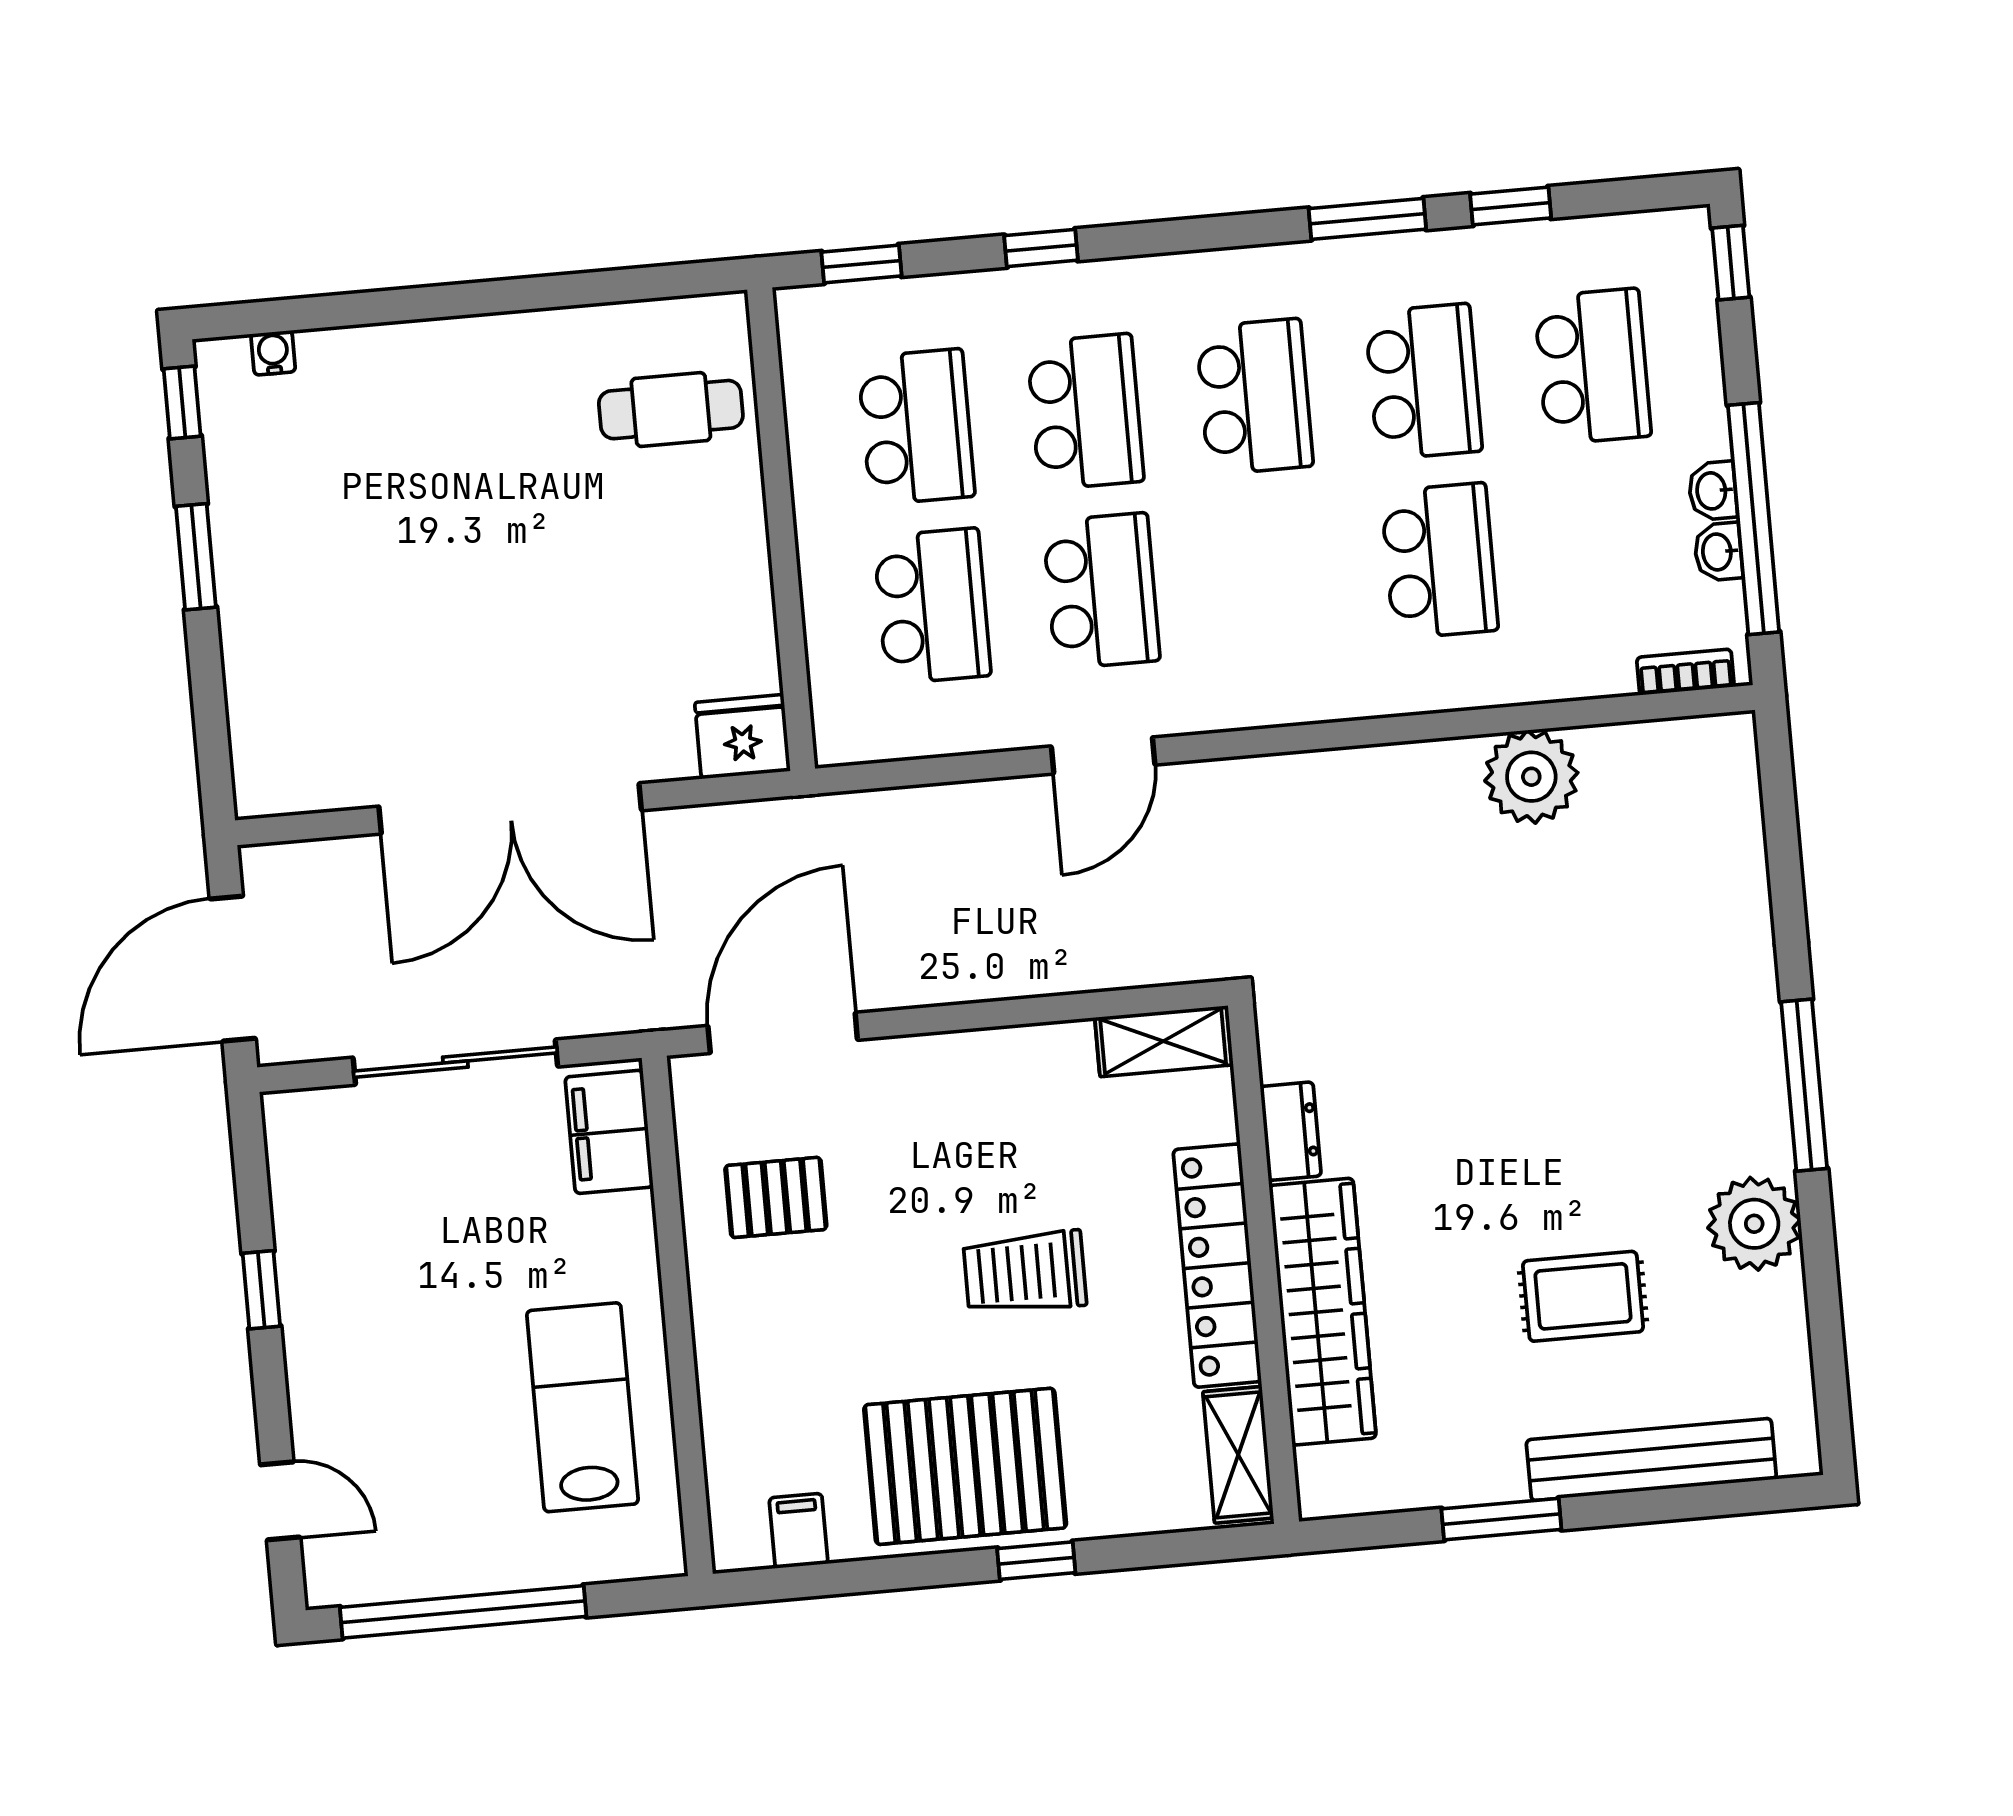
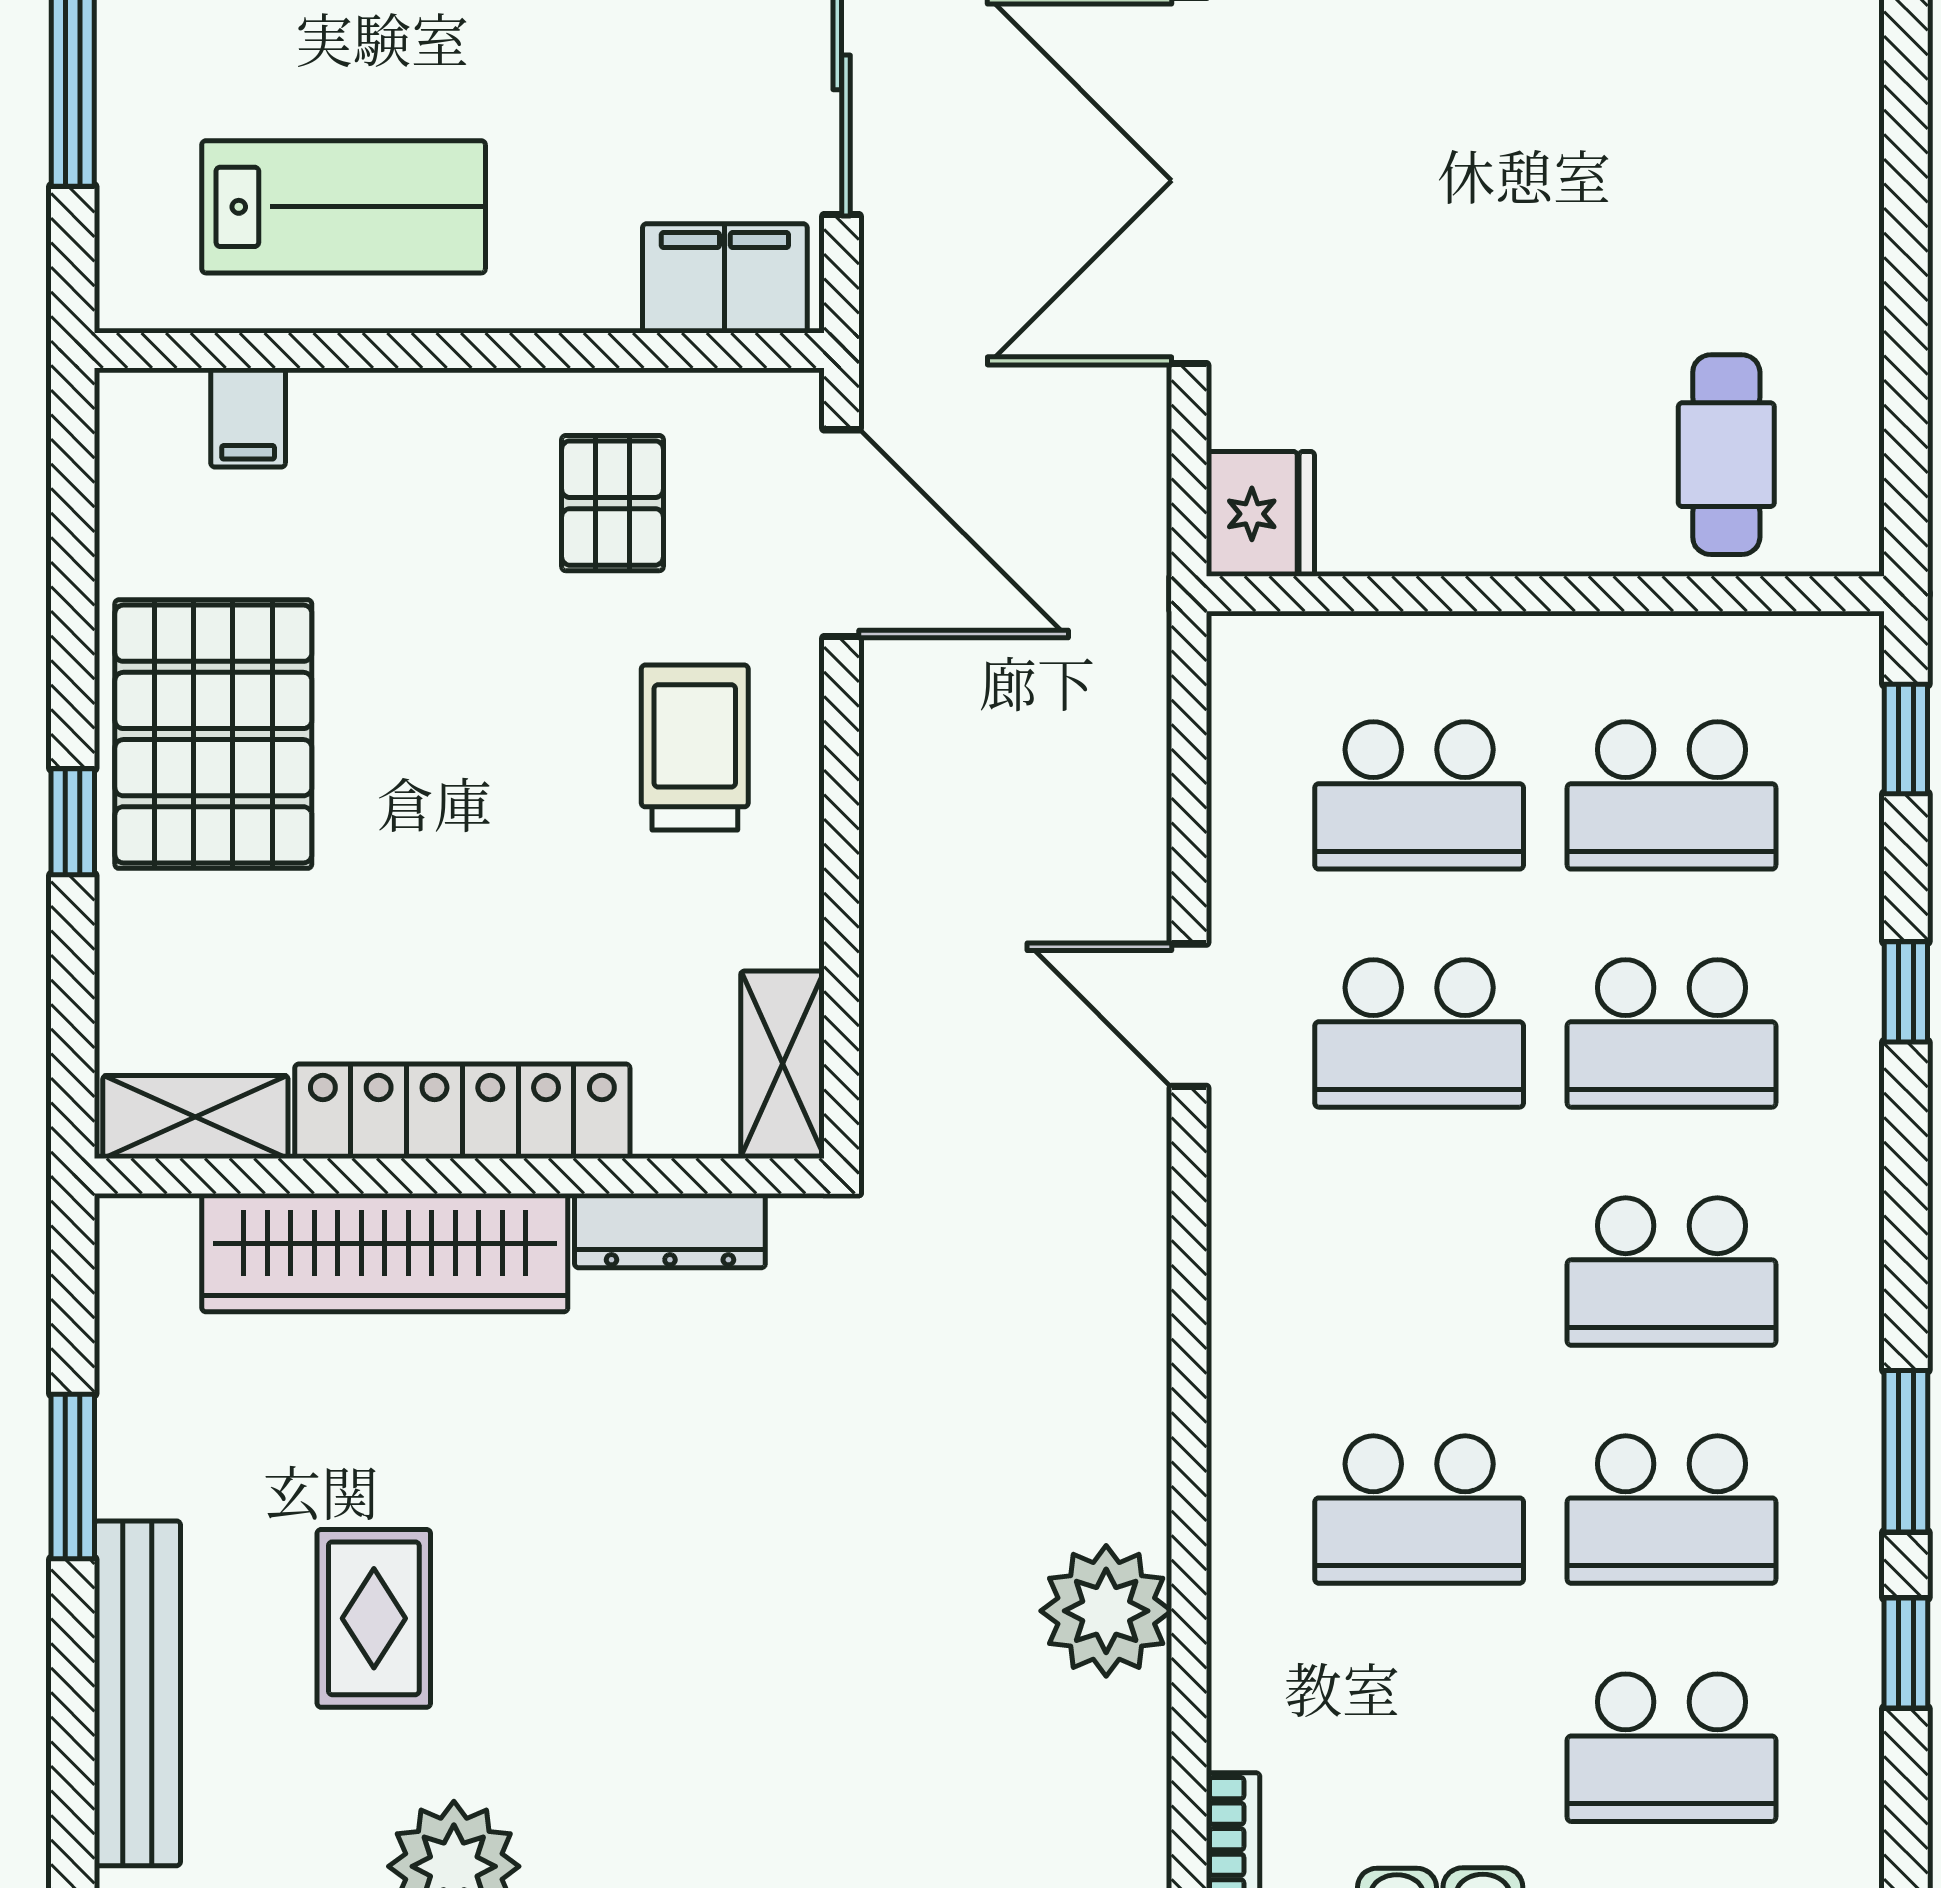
dresser: (1291, 1131) -> (670, 1231), width x1.44
trolley: (1025, 1272) -> (695, 747), moved
filing cabinet: (799, 1531) -> (248, 418), moved, turned 90

